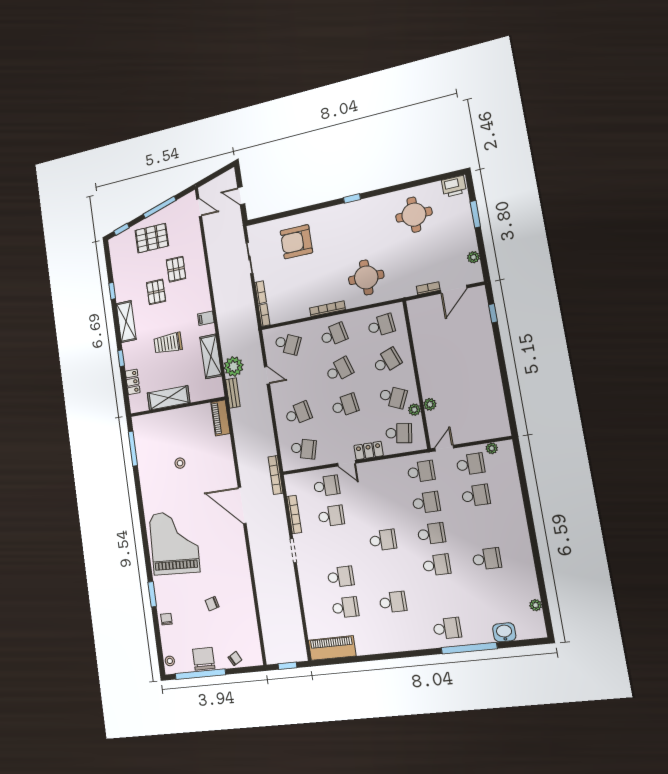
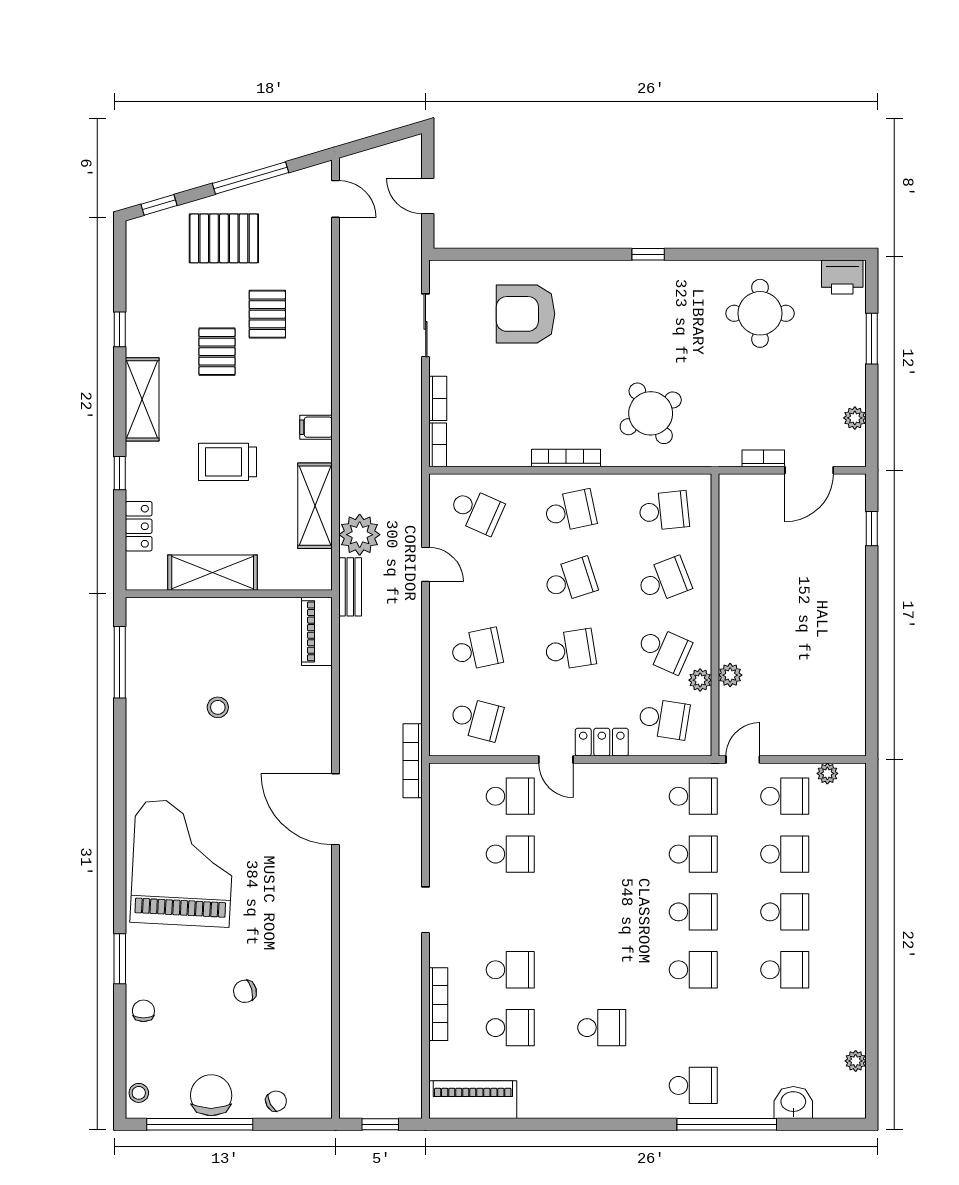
round table: (366, 277) -> (651, 413), turned -31
bookcase: (294, 515) -> (438, 1004), moved
school desk: (383, 540) -> (785, 912), moved

